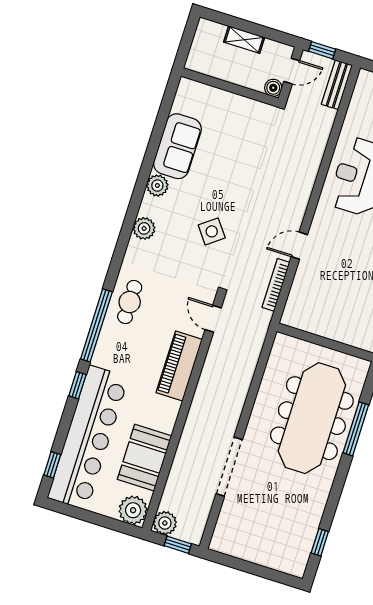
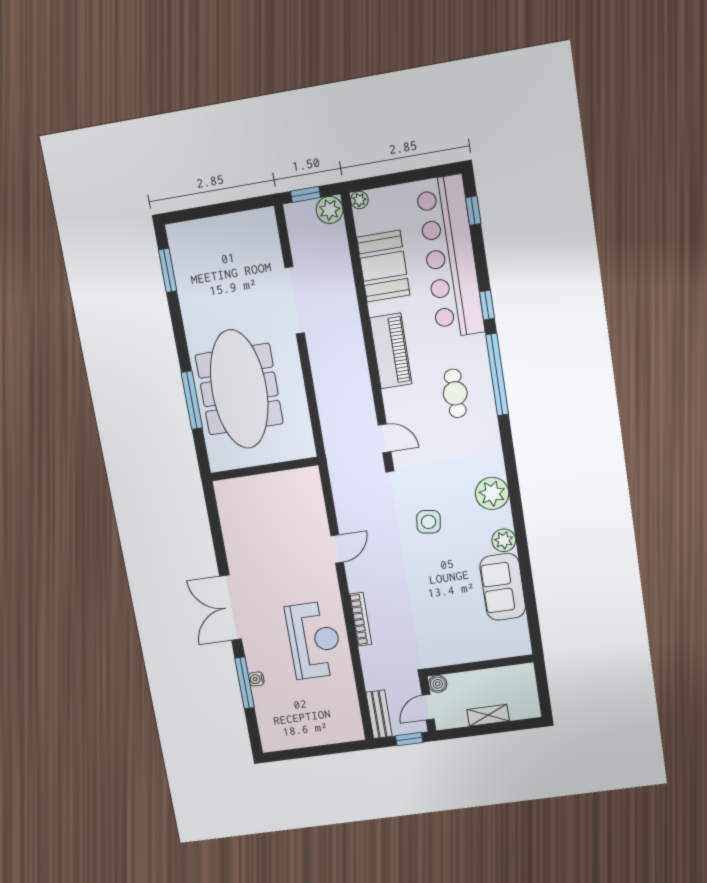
plant: (144, 228) -> (492, 493), width x1.36, depth x1.36
side table: (212, 231) -> (429, 522), turned 45
bookcase: (276, 285) -> (360, 619), moved
cafe table: (130, 302) -> (455, 393), moved
piano: (179, 366) -> (391, 351), moved
plant: (133, 510) -> (359, 200), width x0.53, depth x0.53
window: (320, 542) -> (168, 270), width x1.50

